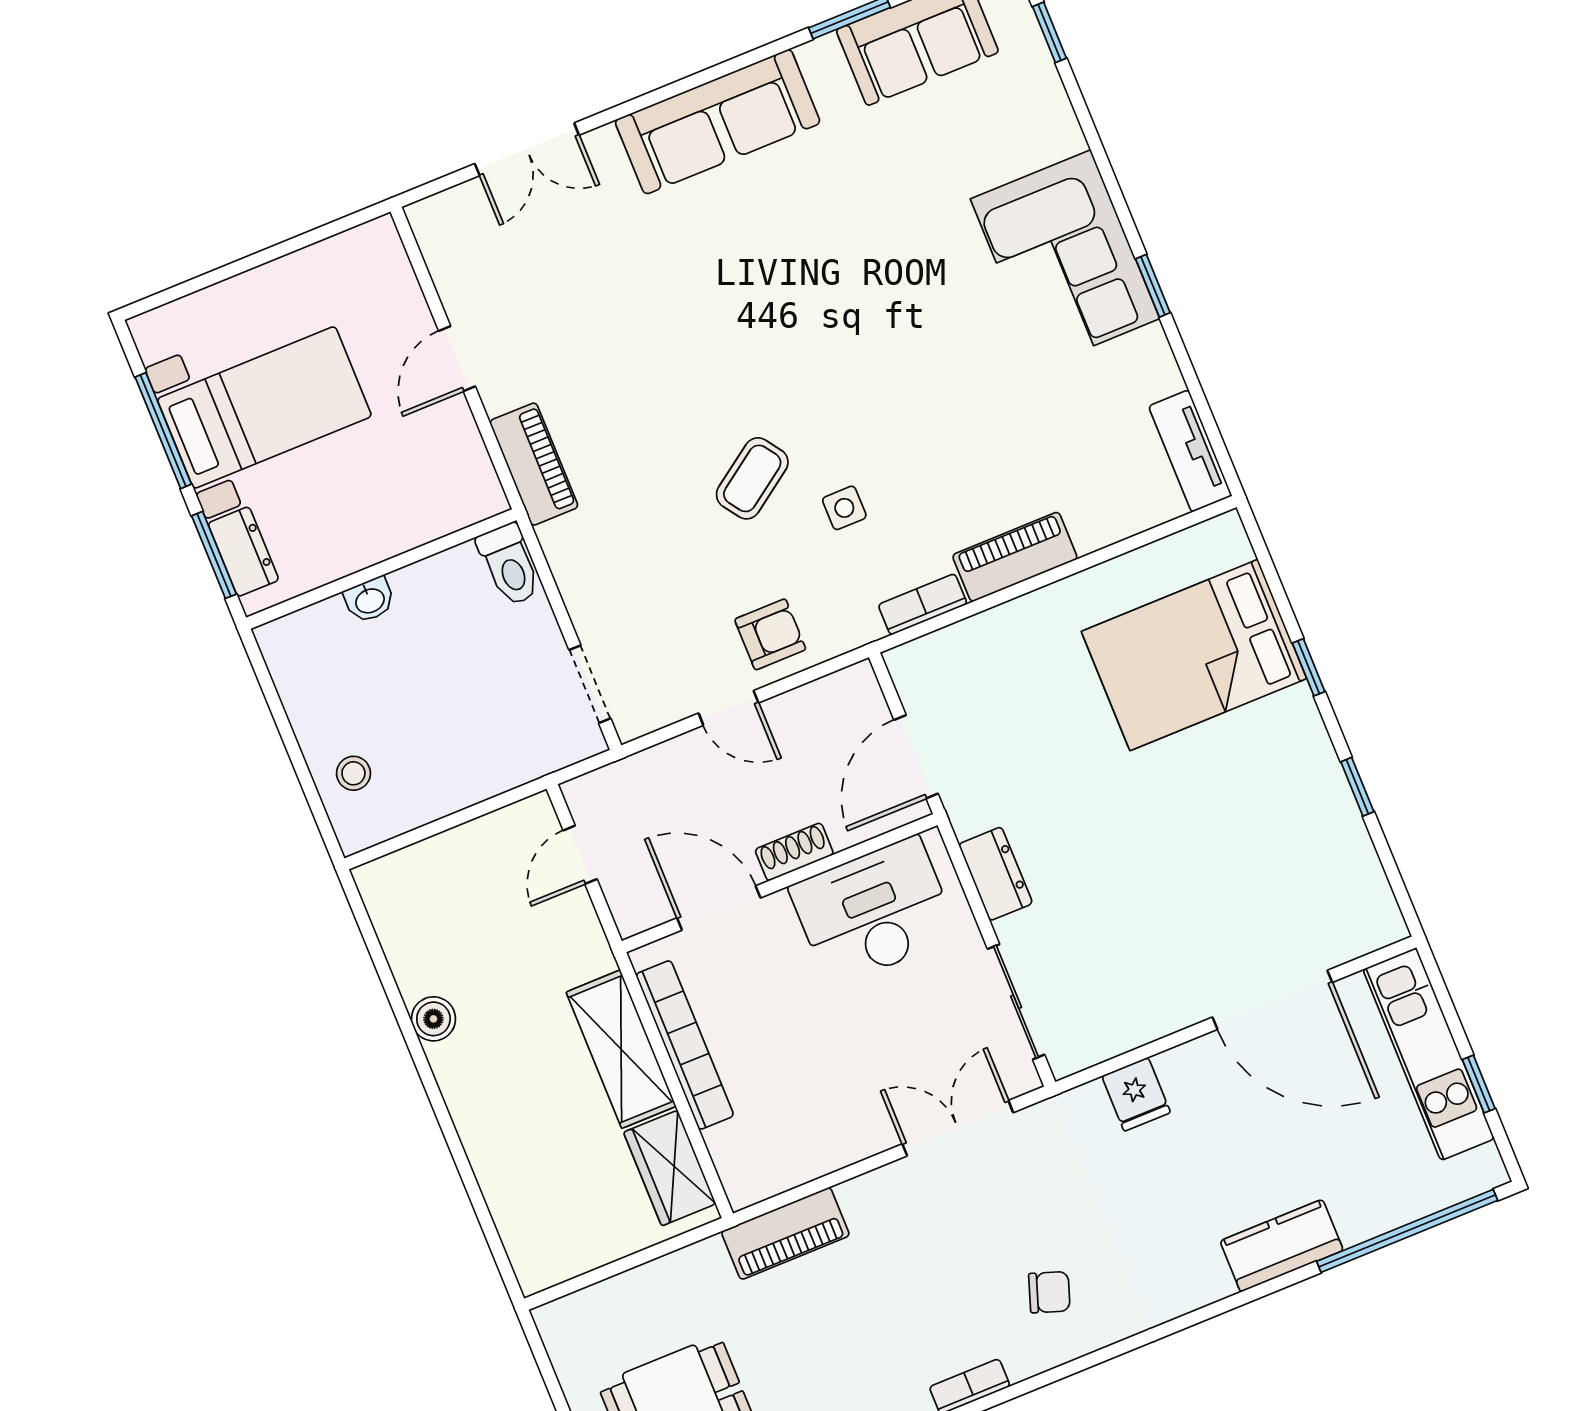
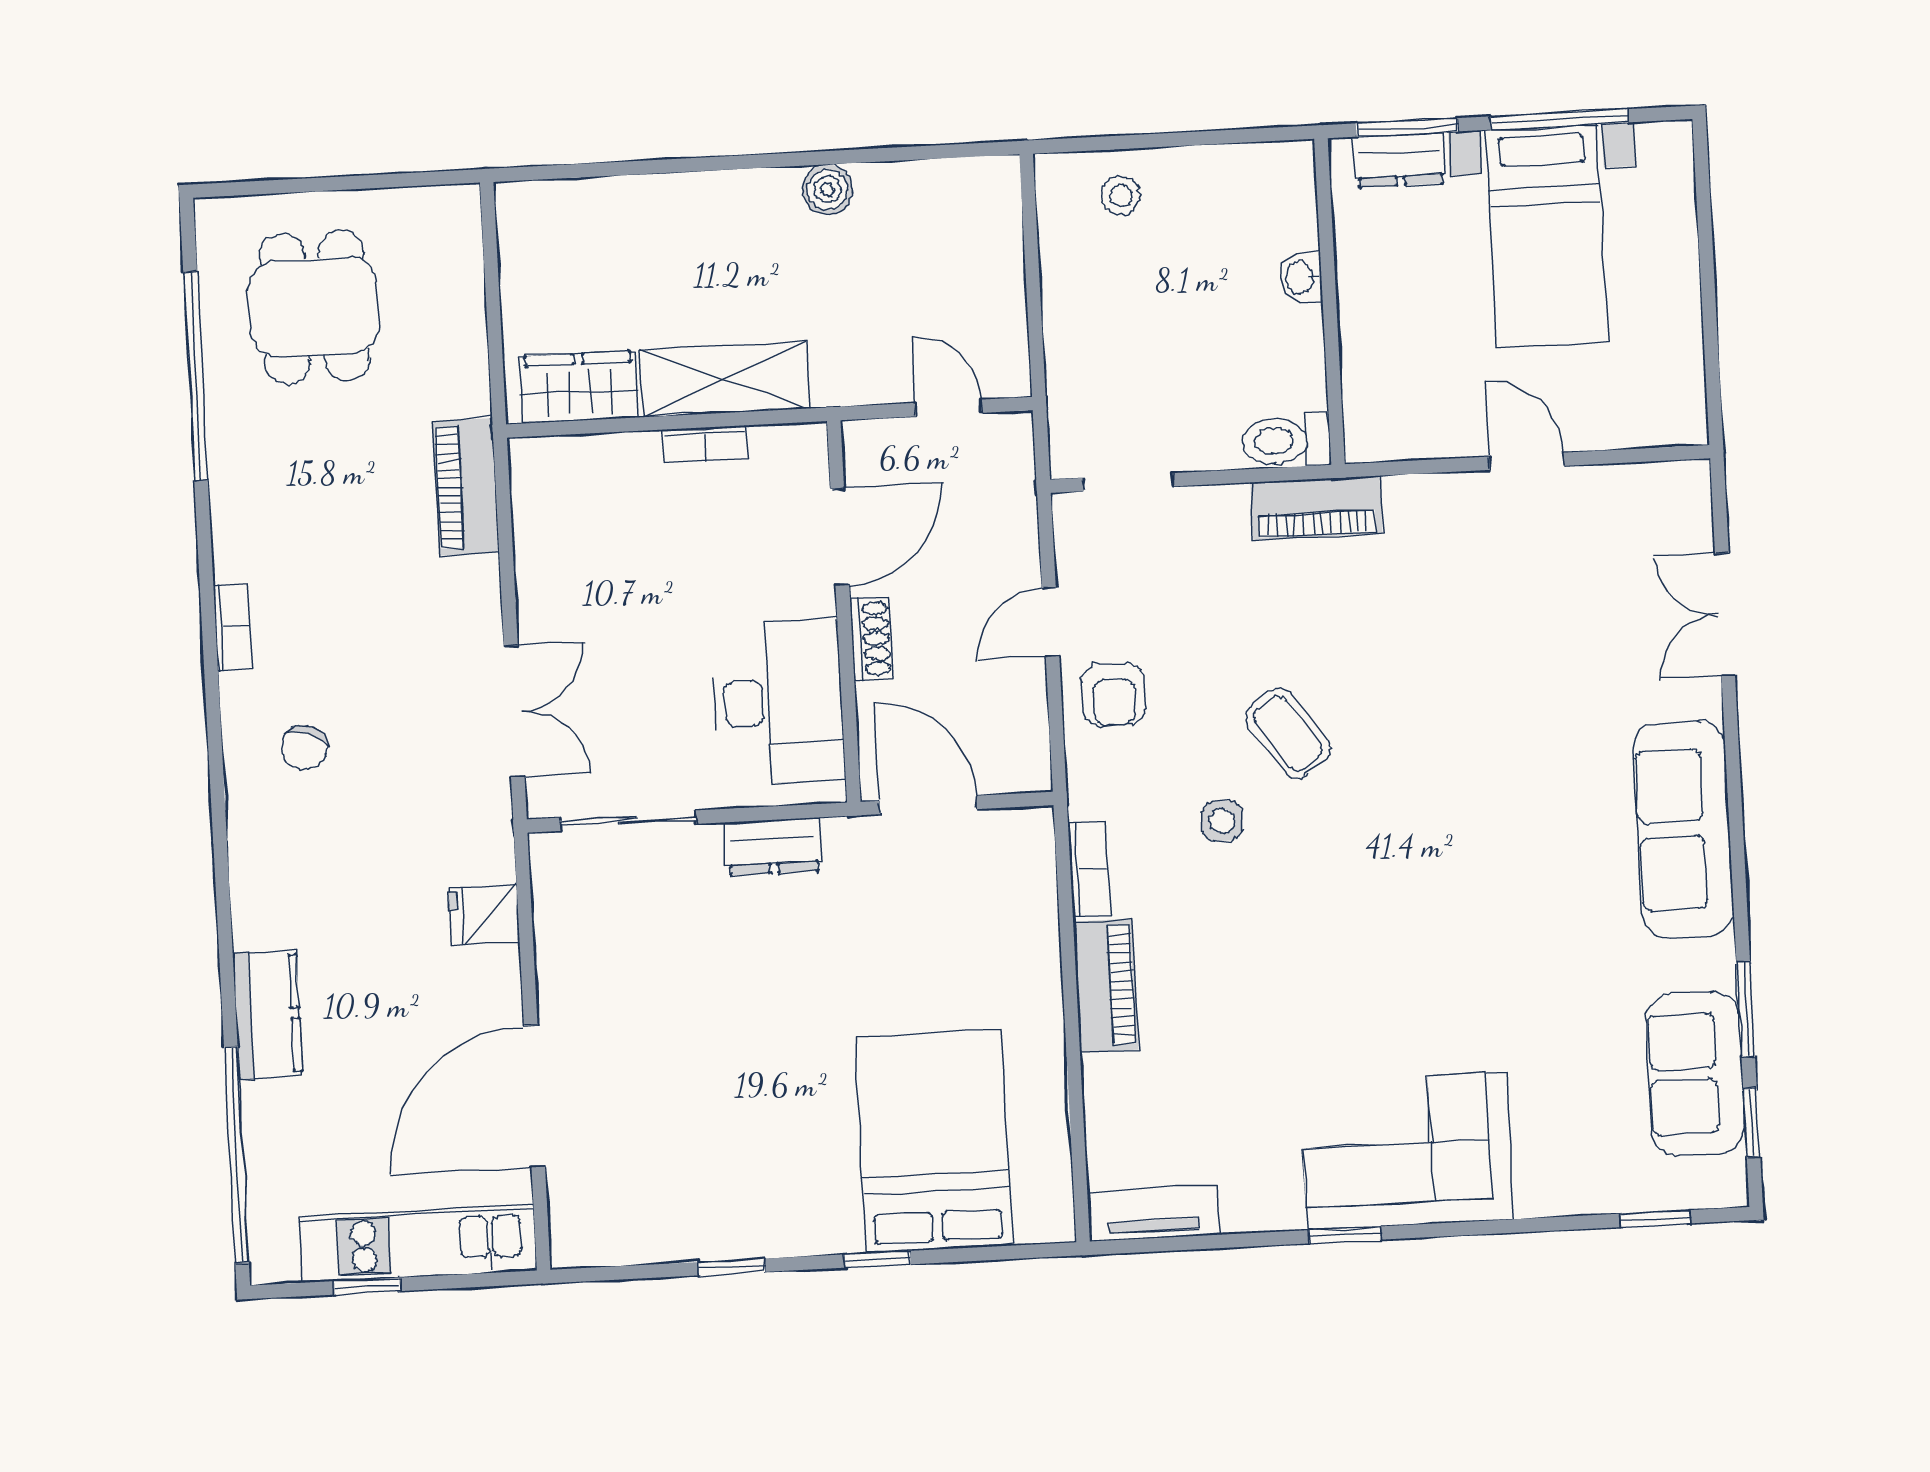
piano: (534, 464) -> (1316, 508), moved
bookcase: (685, 1045) -> (705, 444), width x0.43, depth x0.76

